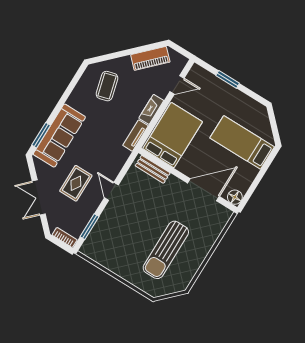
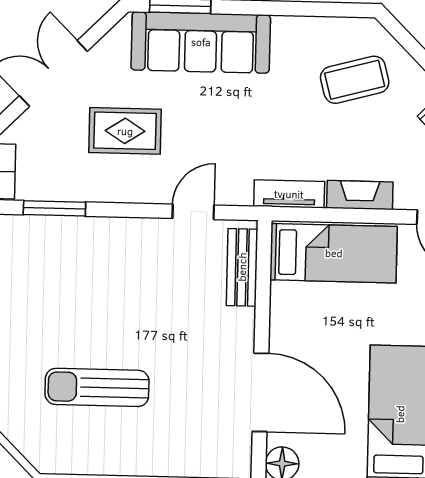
bed: (173, 135) -> (334, 253), width x0.67
door: (111, 191) -> (193, 212), moved
sun lounger: (166, 250) -> (97, 387), width x0.73, depth x0.75

